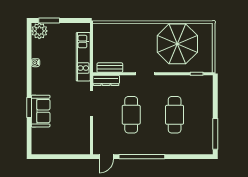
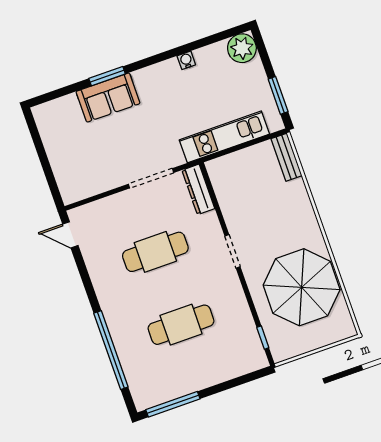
window: (49, 21) -> (278, 95), moved
bench: (110, 68) -> (286, 157), moved
window: (142, 157) -> (111, 350), moved

